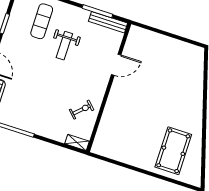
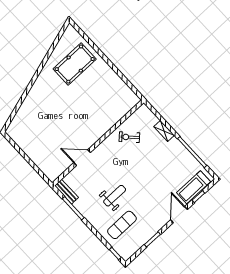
bench: (108, 22) -> (67, 192), width x0.73
shelving: (77, 143) -> (164, 131), moved

